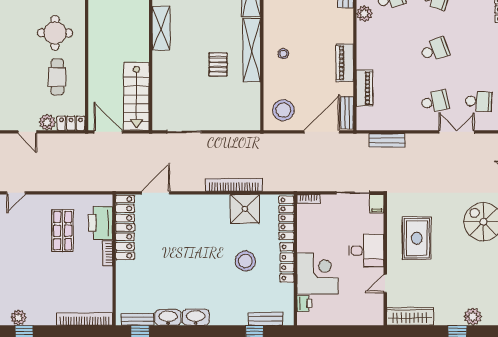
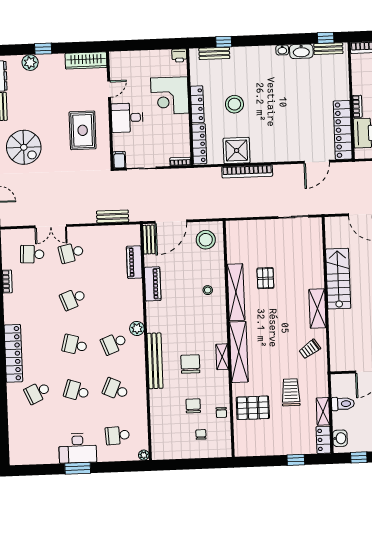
stairs: (136, 97) -> (338, 279), moved
printer: (304, 303) -> (179, 55), moved, turned -90
washbasin: (196, 317) -> (282, 50), width x0.52, depth x0.69

